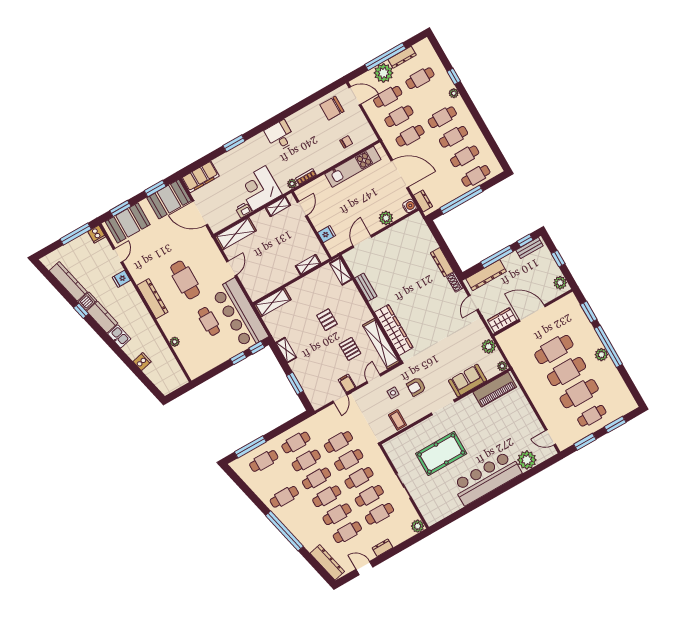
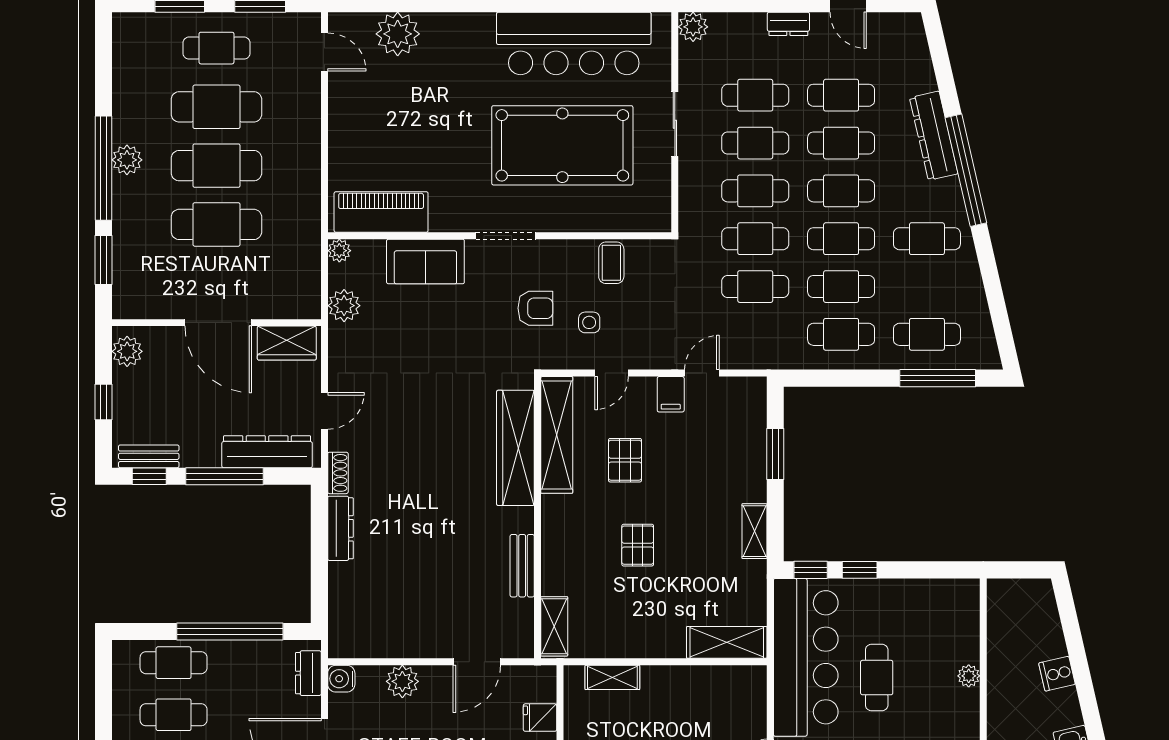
pool table: (441, 454) -> (562, 145), width x1.36, depth x1.32
bar counter: (487, 478) -> (574, 43), moved
dresser: (327, 562) -> (934, 136), moved

